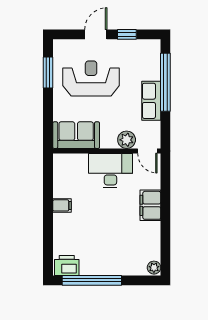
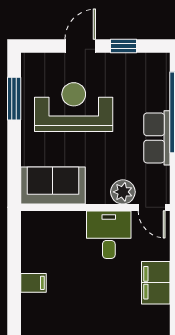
desk: (110, 171) -> (109, 235), width x0.73

